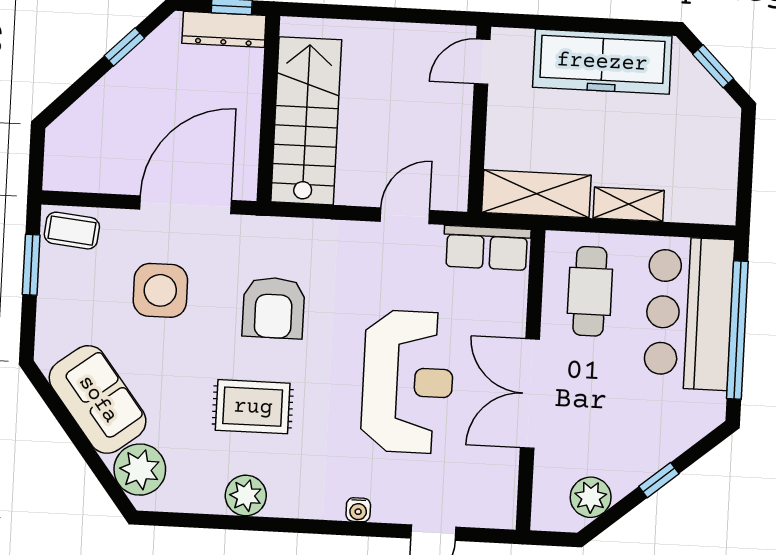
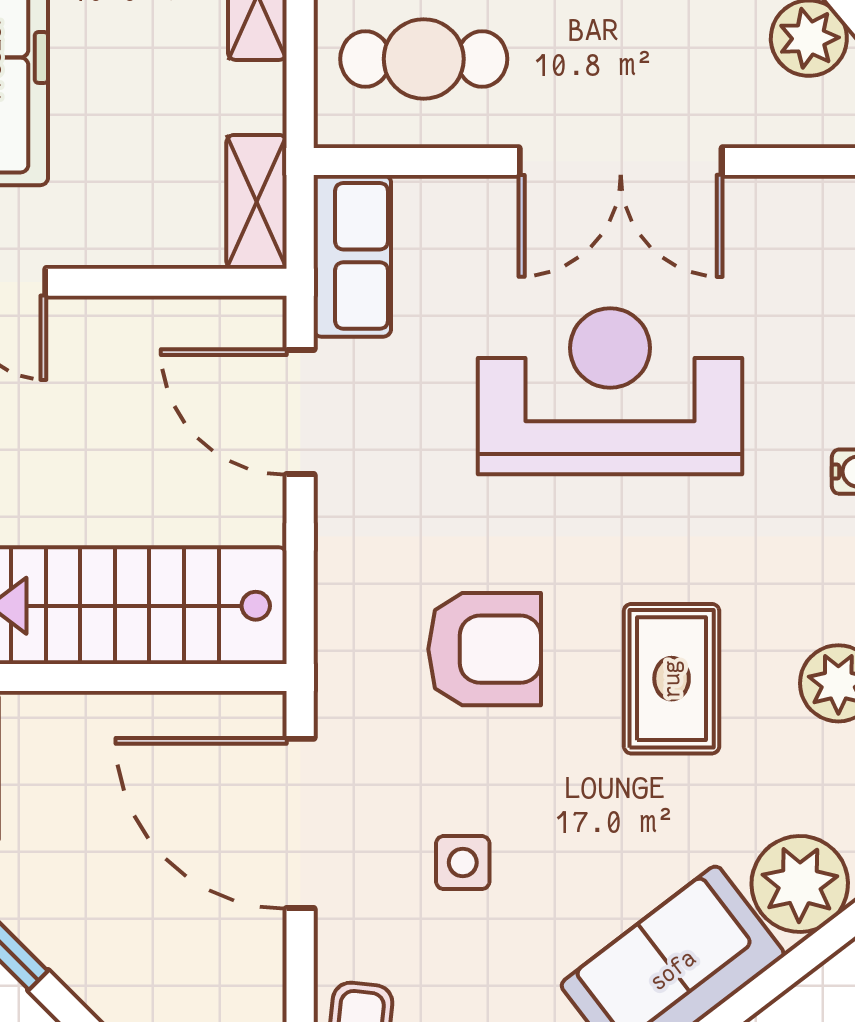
shelving: (536, 194) -> (257, 202), width x0.67, depth x0.75
door: (405, 216) -> (300, 412), width x1.38
side table: (160, 290) -> (463, 863), width x0.54, depth x0.54

